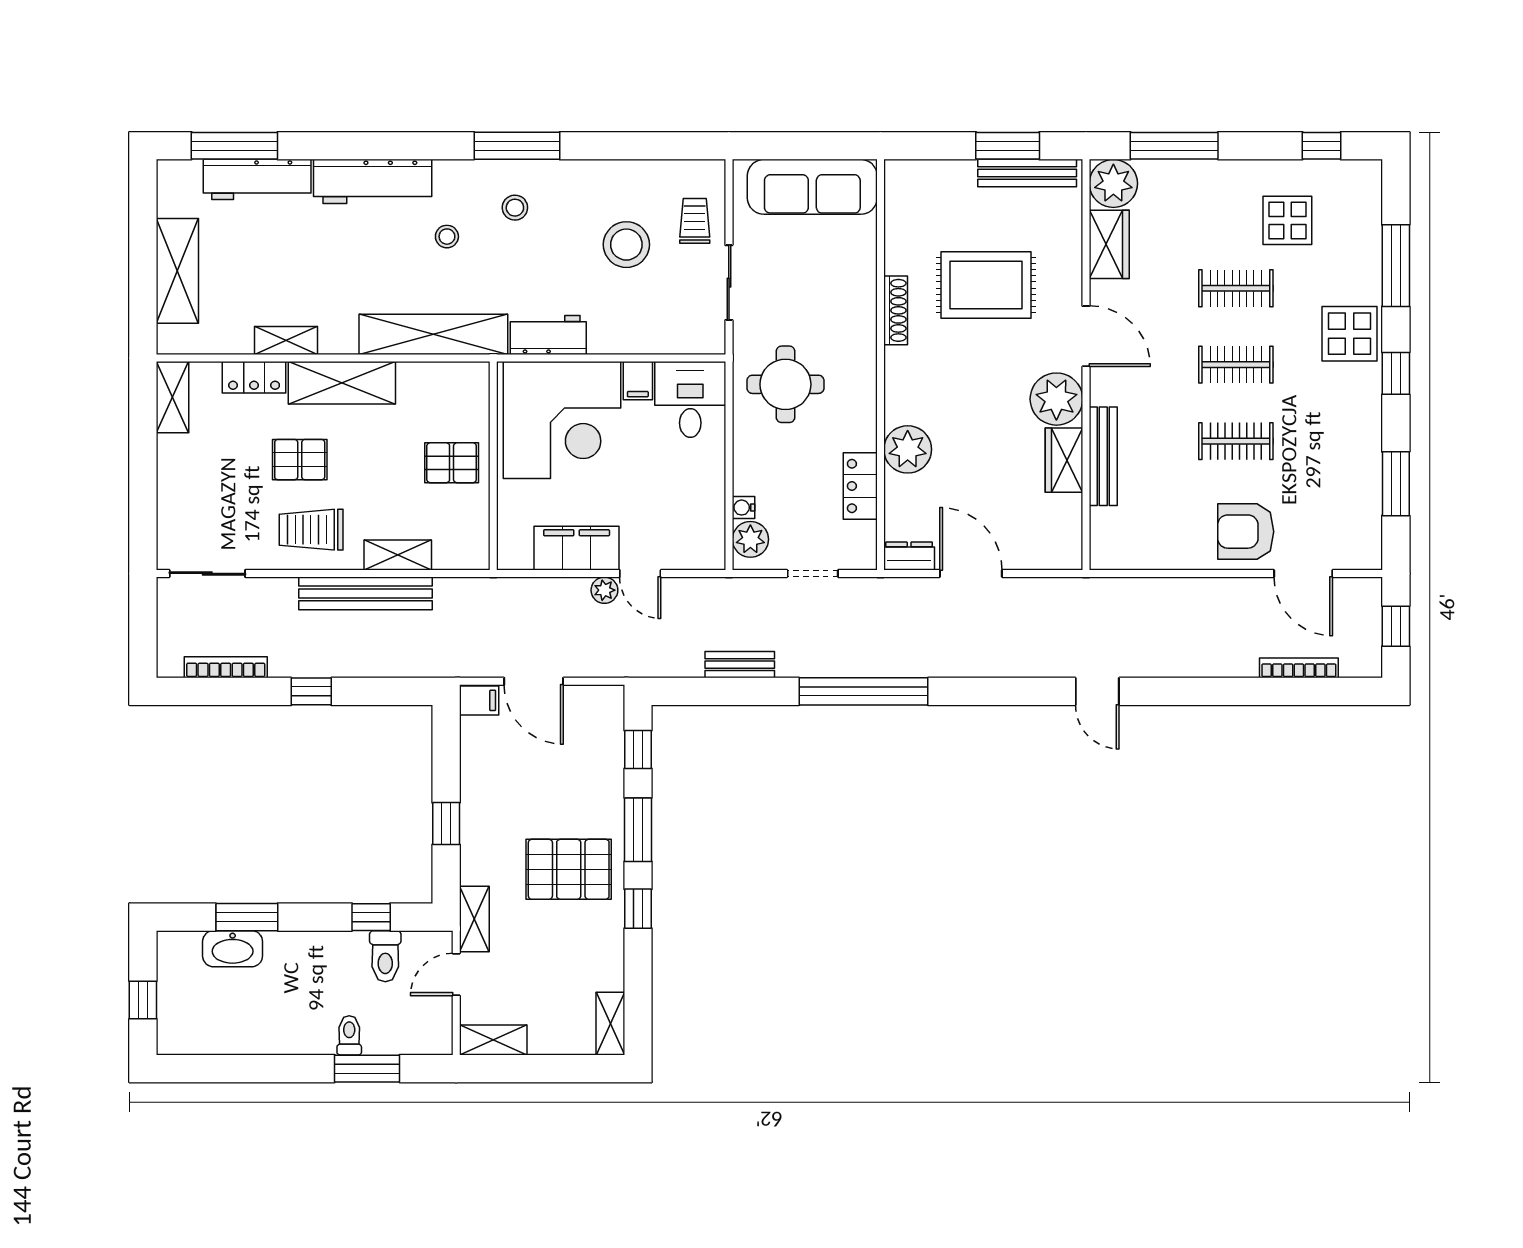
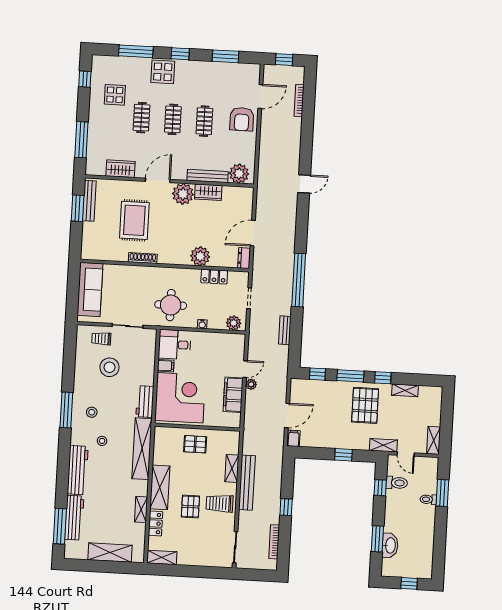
plant: (1113, 183) -> (239, 174), moved
pallet: (452, 463) -> (195, 444), turned 90
water cooler: (743, 508) -> (202, 324), moved
trolley: (311, 530) -> (220, 503), turned 90
shelving: (610, 1024) -> (405, 390), moved

